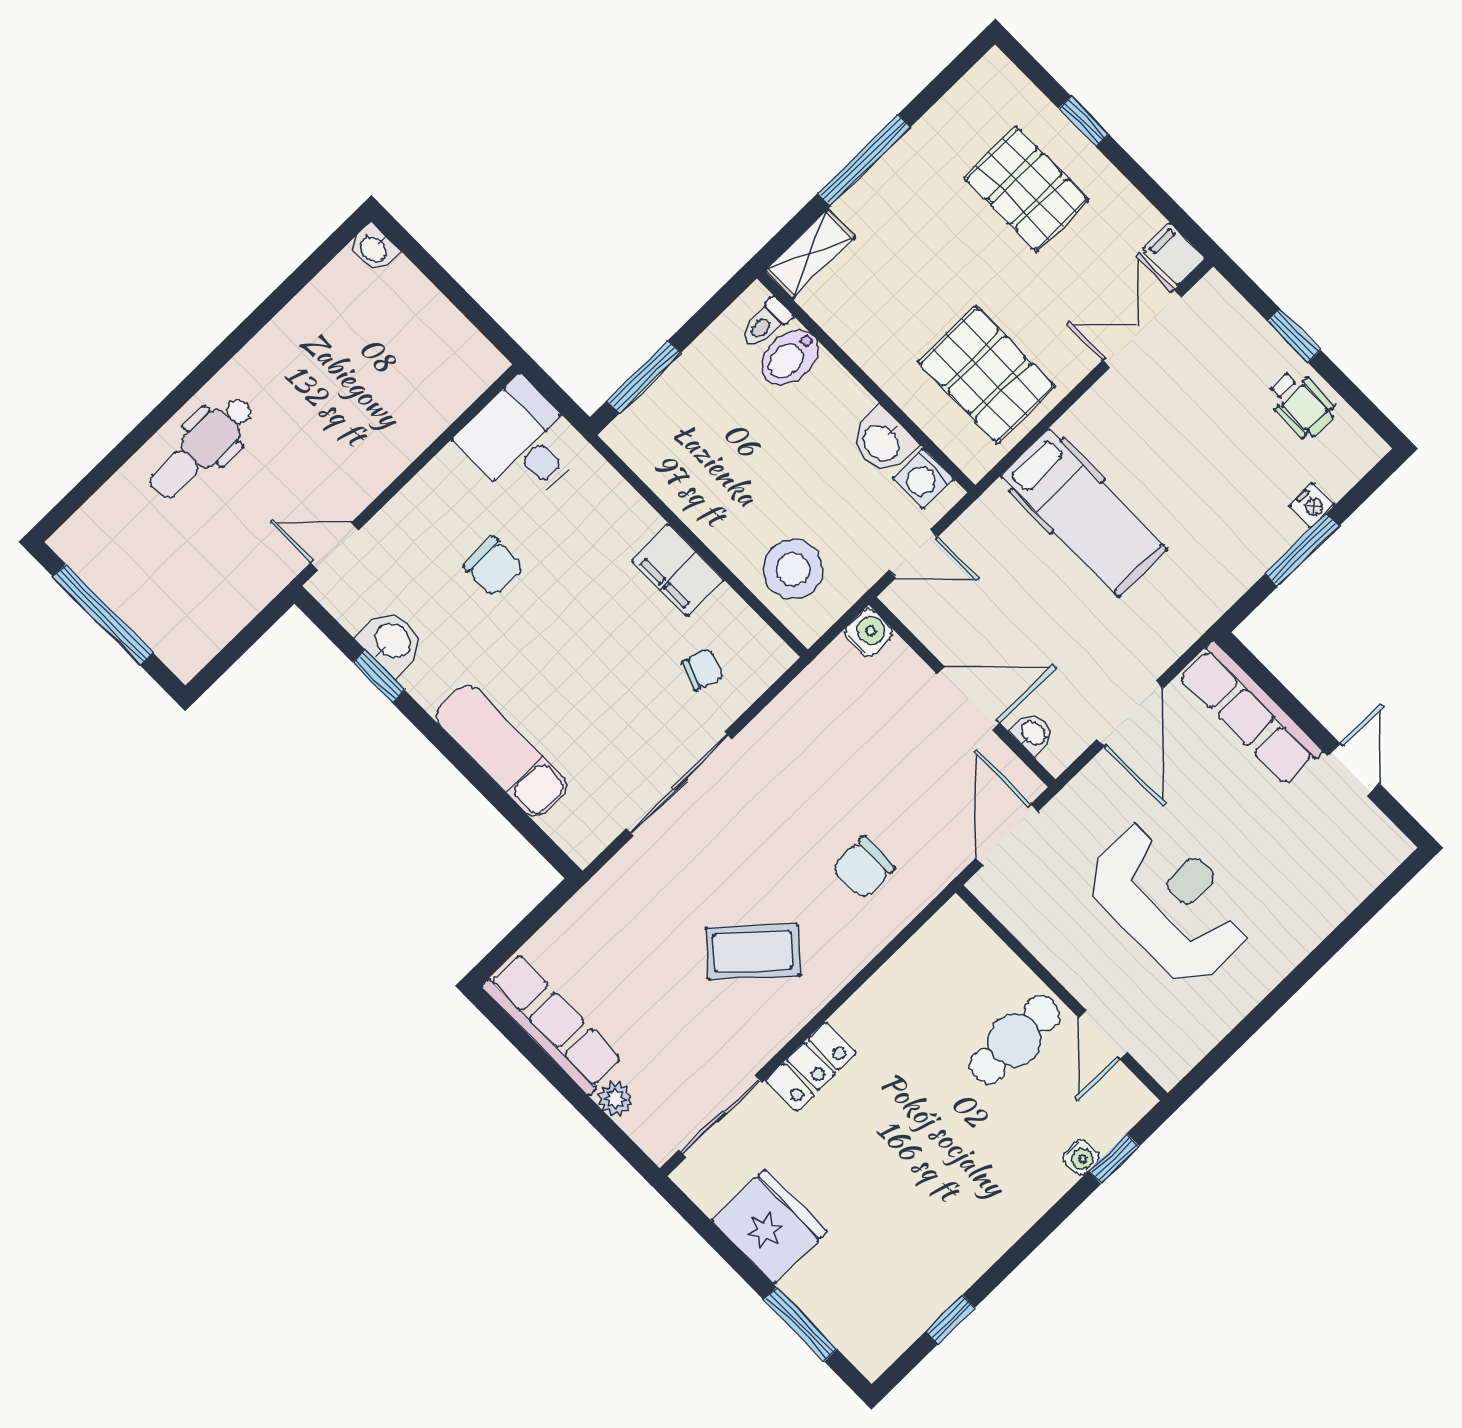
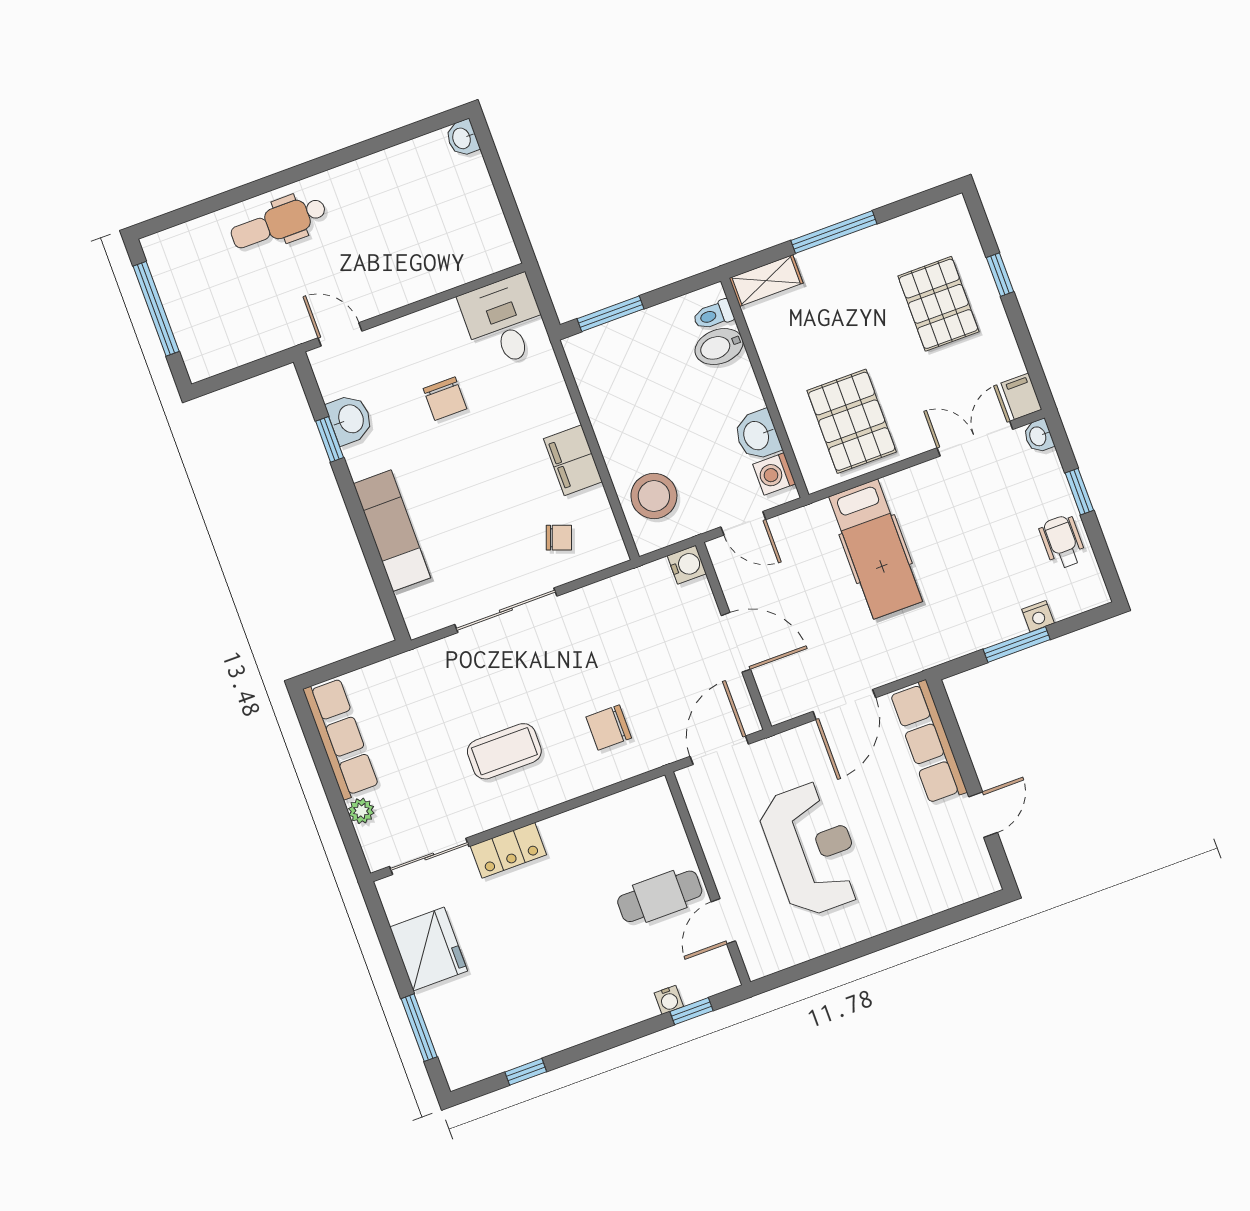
wheelchair: (1301, 404) -> (1062, 542), turned 180
washbasin: (1033, 733) -> (1038, 436), moved, turned 180
coffee table: (753, 952) -> (504, 751), turned -42

